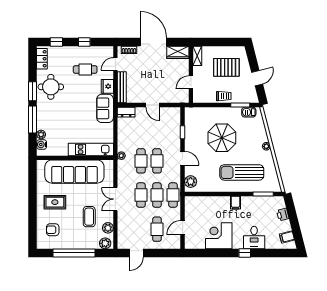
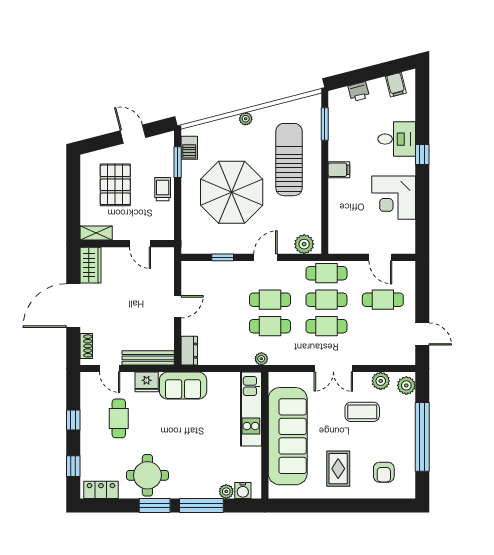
parasol: (222, 138) -> (232, 192), width x1.36, depth x1.36
sun lounger: (242, 172) -> (289, 160), turned 180

